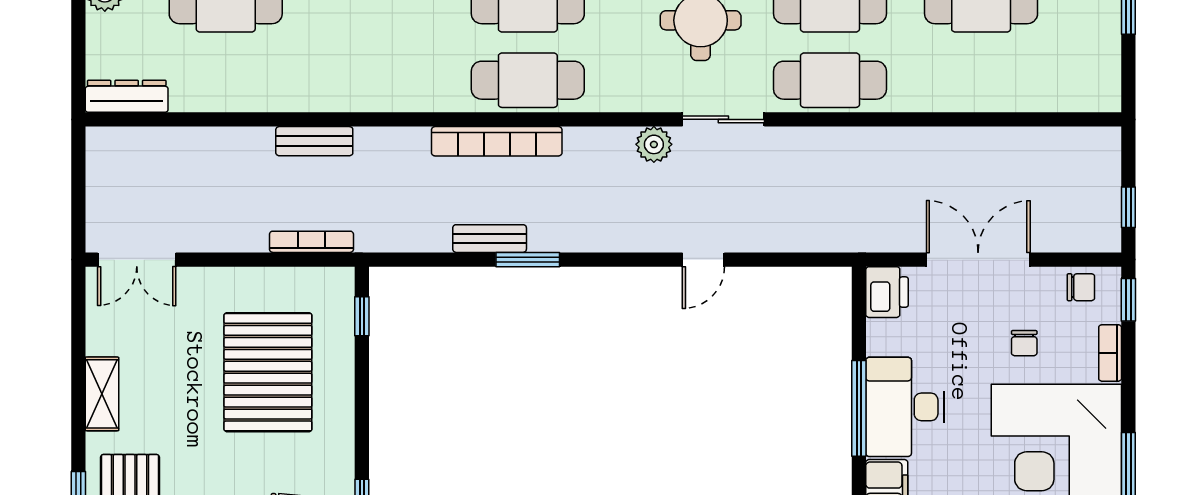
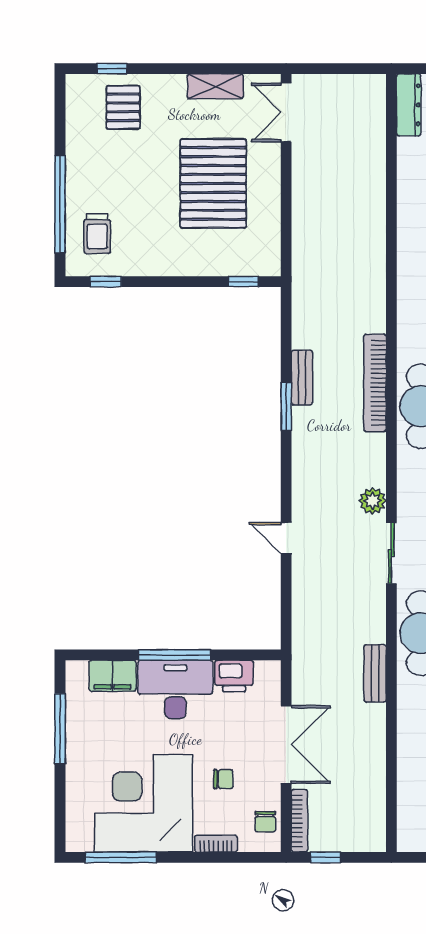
bench: (314, 141) -> (375, 673), moved
bookcase: (311, 242) -> (299, 821), moved
printer: (887, 292) -> (234, 676), moved
window: (1128, 300) -> (256, 857), removed
chair: (1024, 343) -> (223, 779), turned 180
pallet: (268, 372) -> (213, 183), moved, turned 90
shelving: (102, 394) -> (215, 86), moved

